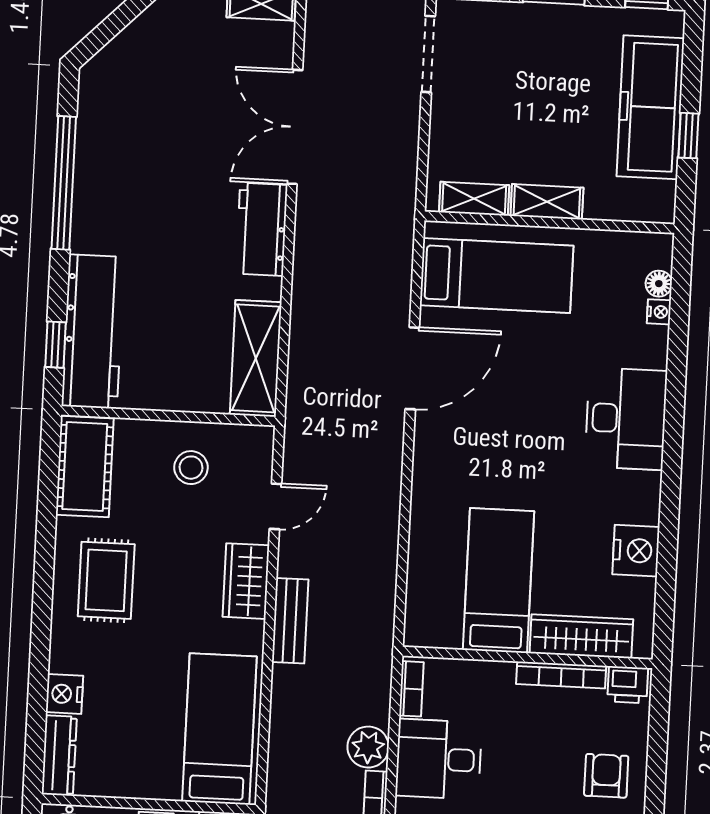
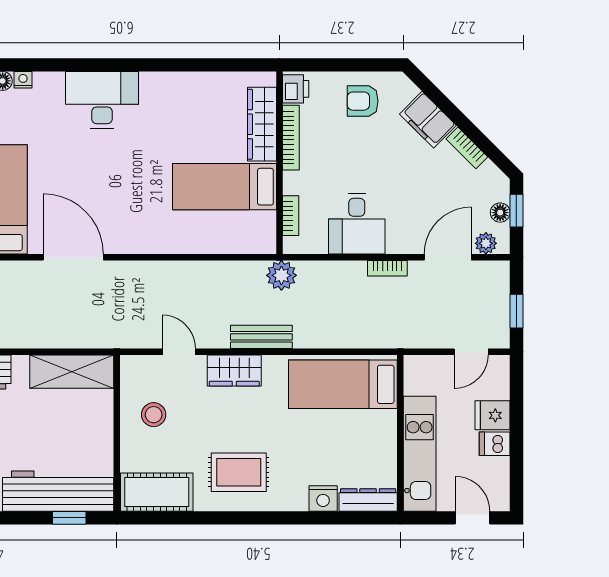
nightstand: (636, 551) -> (198, 88), removed
bookcase: (411, 689) -> (291, 216), moved, turned 90
plant: (368, 747) -> (281, 275), moved

